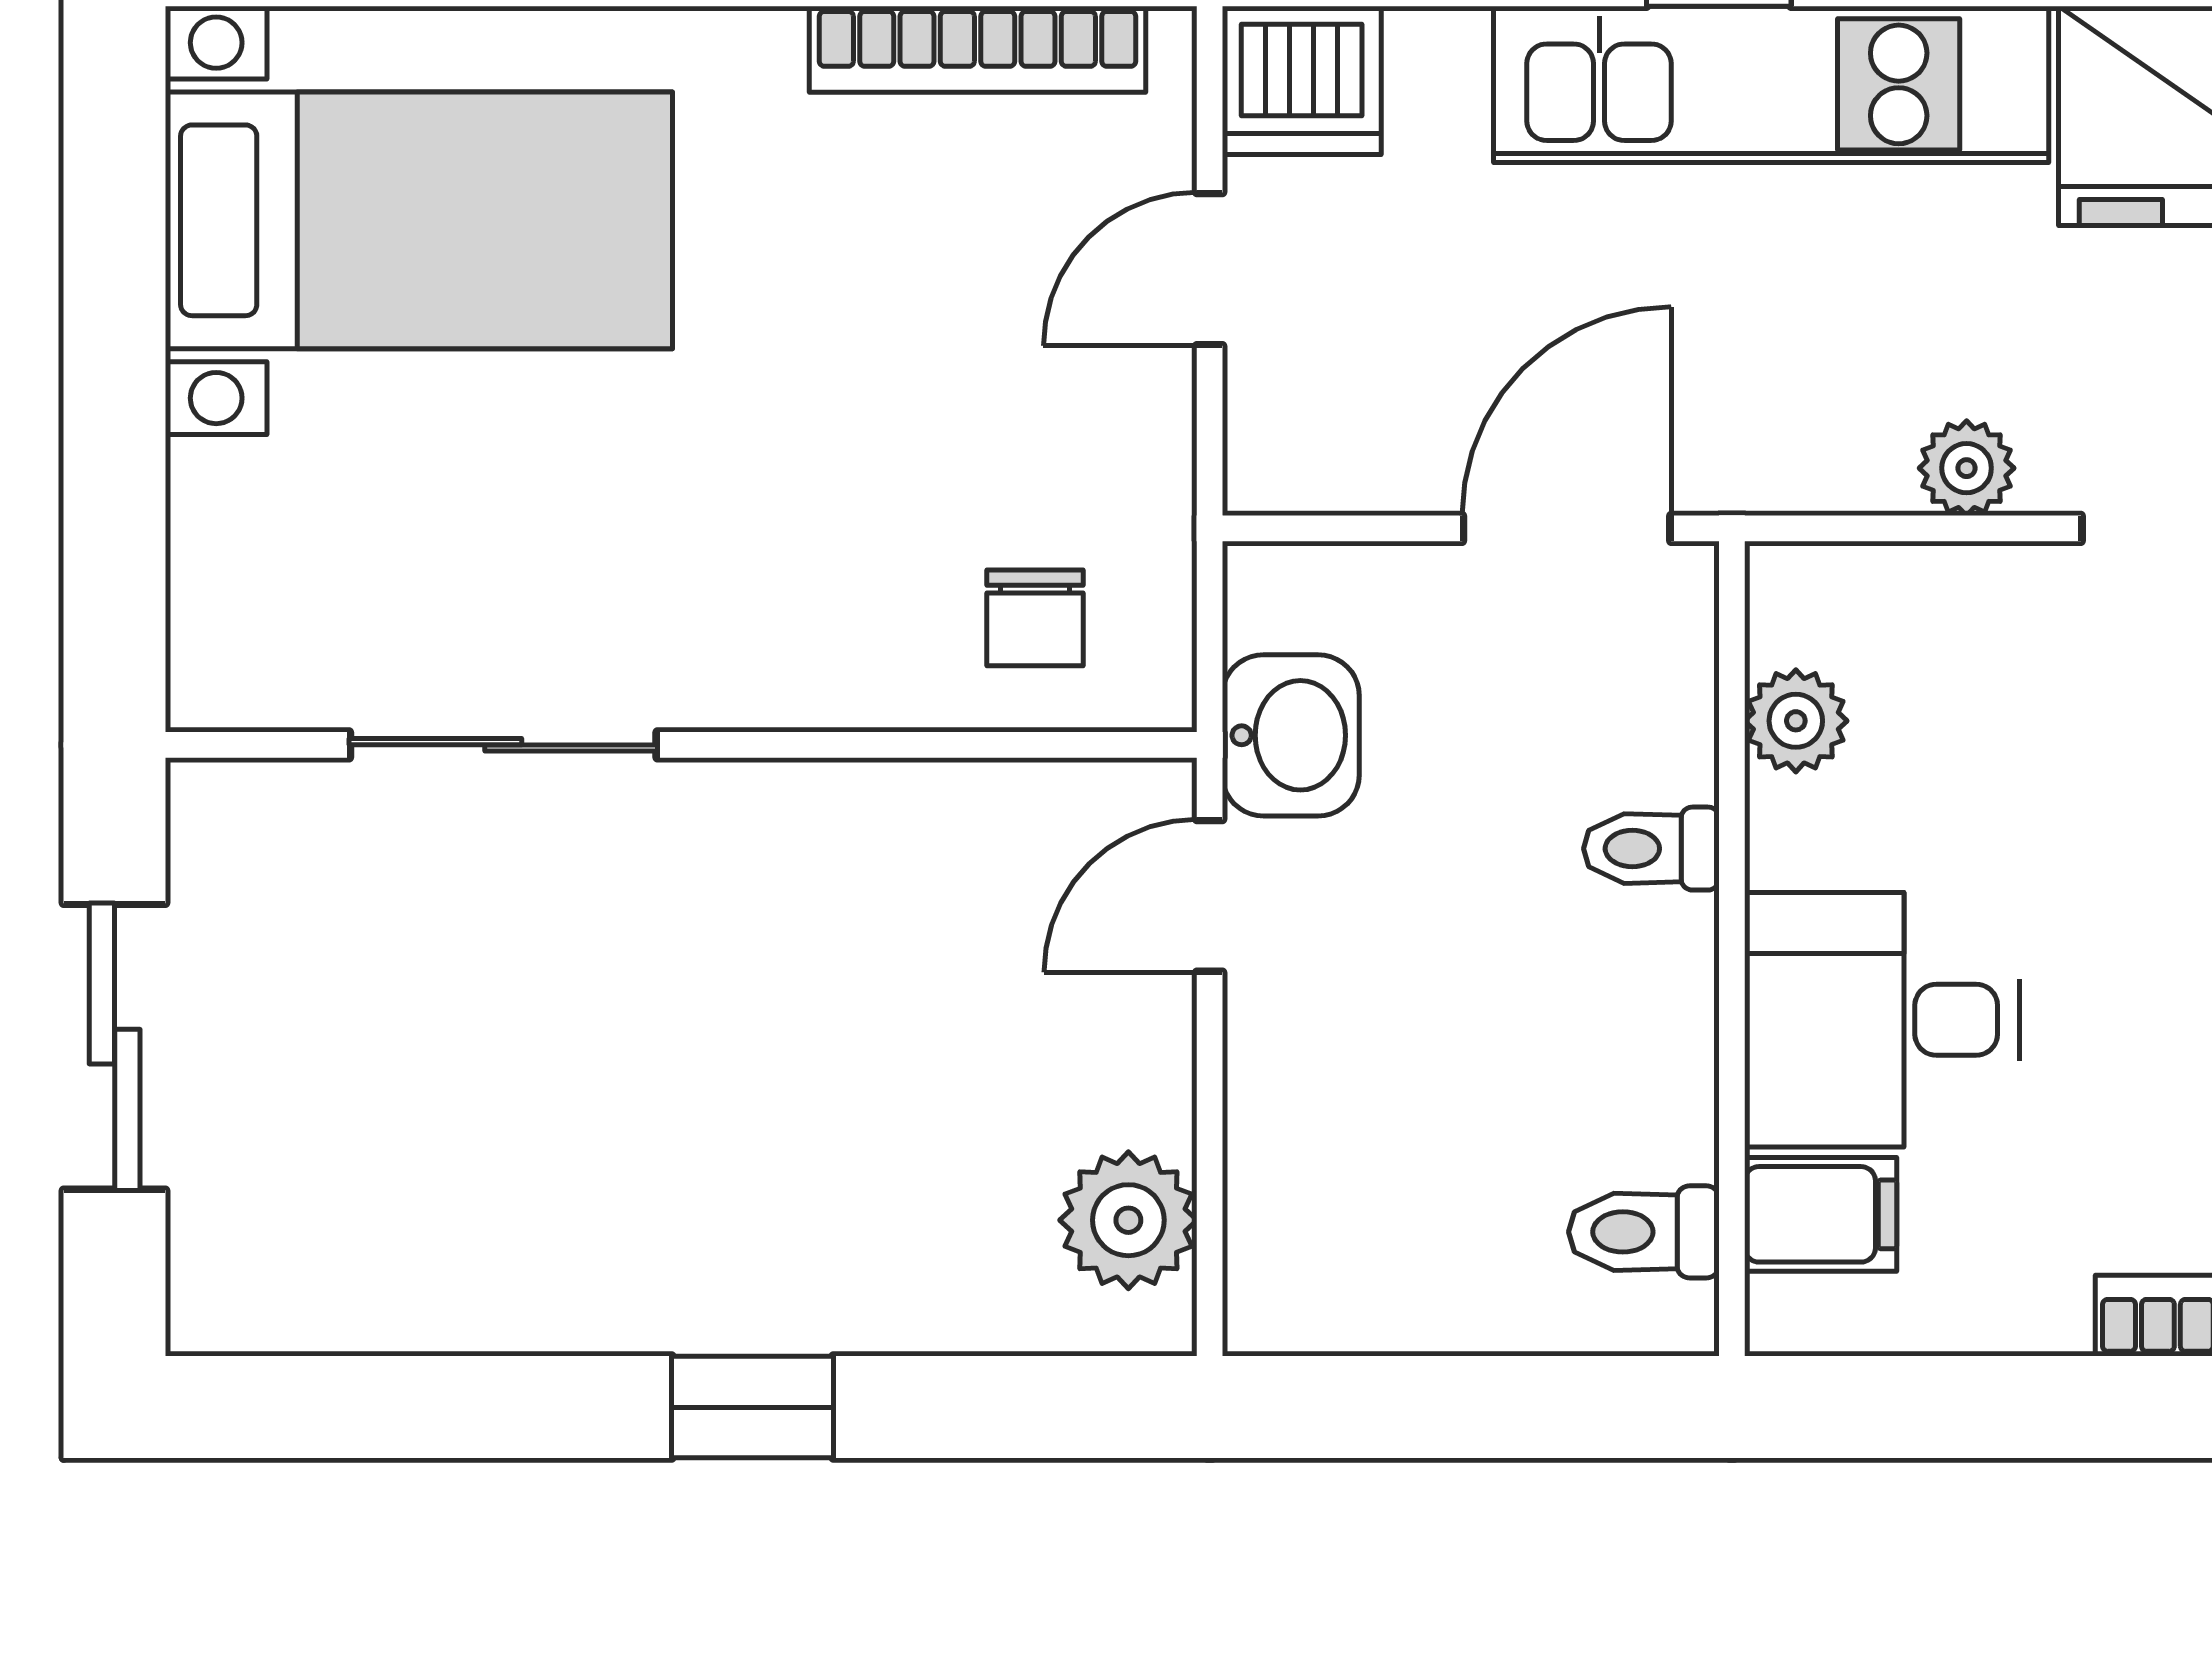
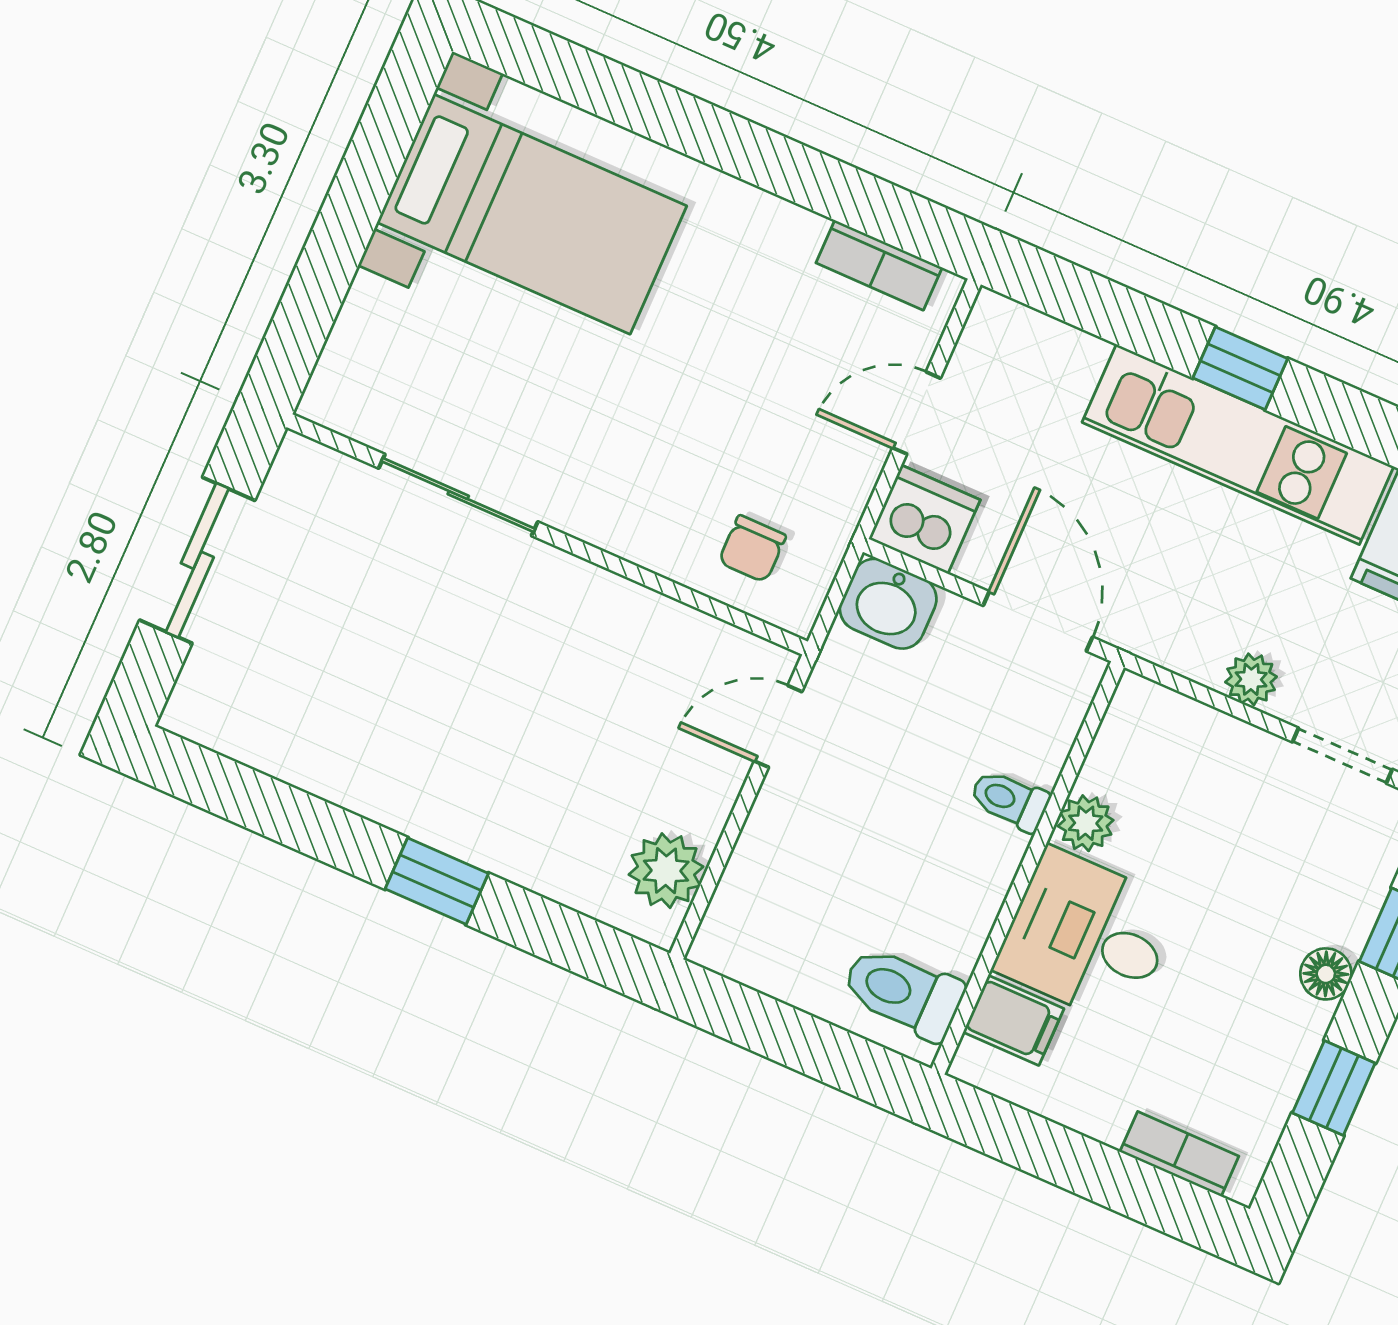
bookcase: (978, 49) -> (879, 265), width x0.64
dishwasher: (1302, 80) -> (924, 519), moved, turned 180
door: (1567, 528) -> (1038, 621), hinge flipped
plant: (1796, 721) -> (1086, 823), moved
washbasin: (1291, 735) -> (888, 604), moved, turned 90
toilet: (1644, 1232) -> (903, 992), width x1.37, depth x1.39

